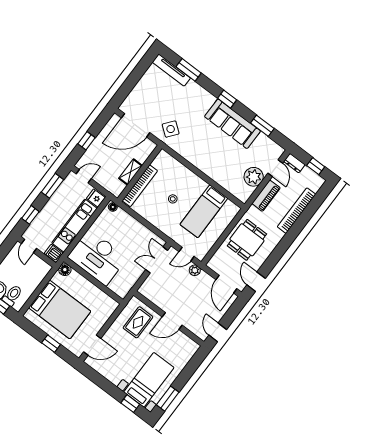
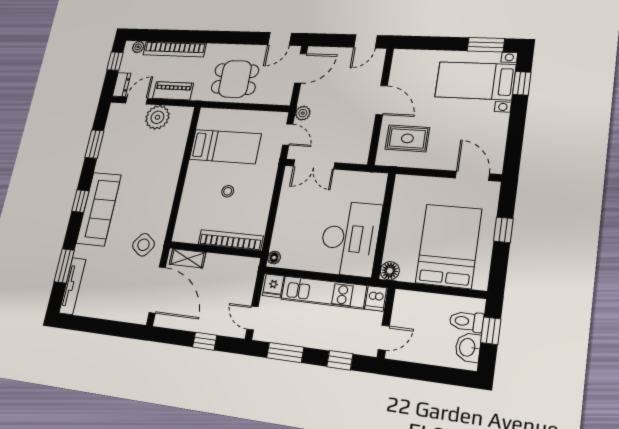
sofa: (232, 124) -> (99, 209), moved
shelving: (130, 172) -> (188, 258), moved
plant: (316, 187) -> (138, 47), added

